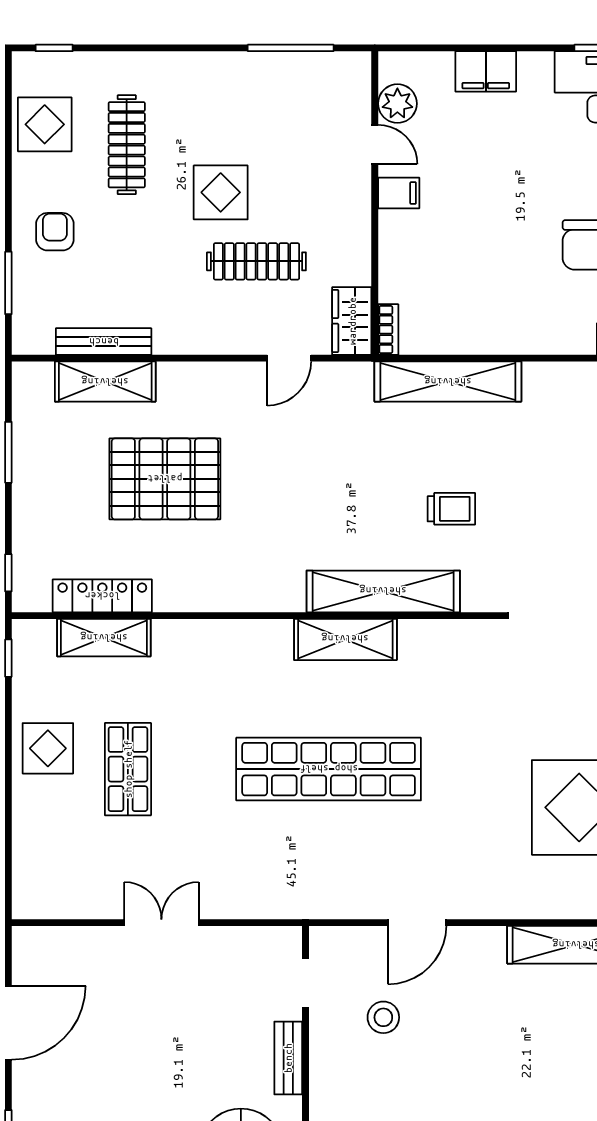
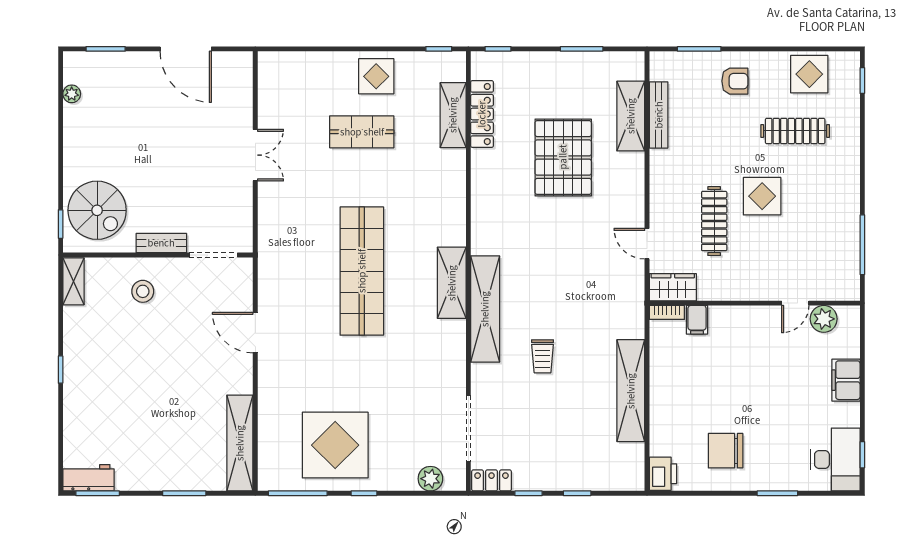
filing cabinet: (399, 193) -> (697, 320), moved
shelving: (448, 382) -> (631, 391), moved
doorway: (305, 983) -> (213, 255), width x1.38
stool: (383, 1017) -> (143, 291), moved

